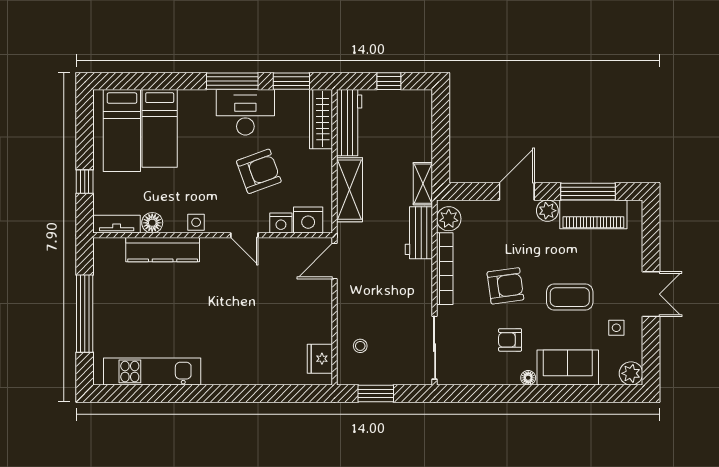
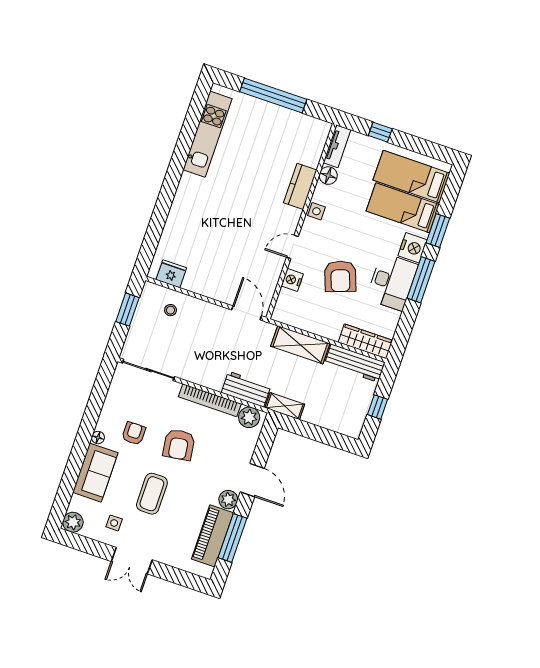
window: (291, 81) -> (438, 230), moved
nightstand: (308, 220) -> (412, 248), moved, turned 180
kitchen counter: (163, 250) -> (300, 186), width x0.67

